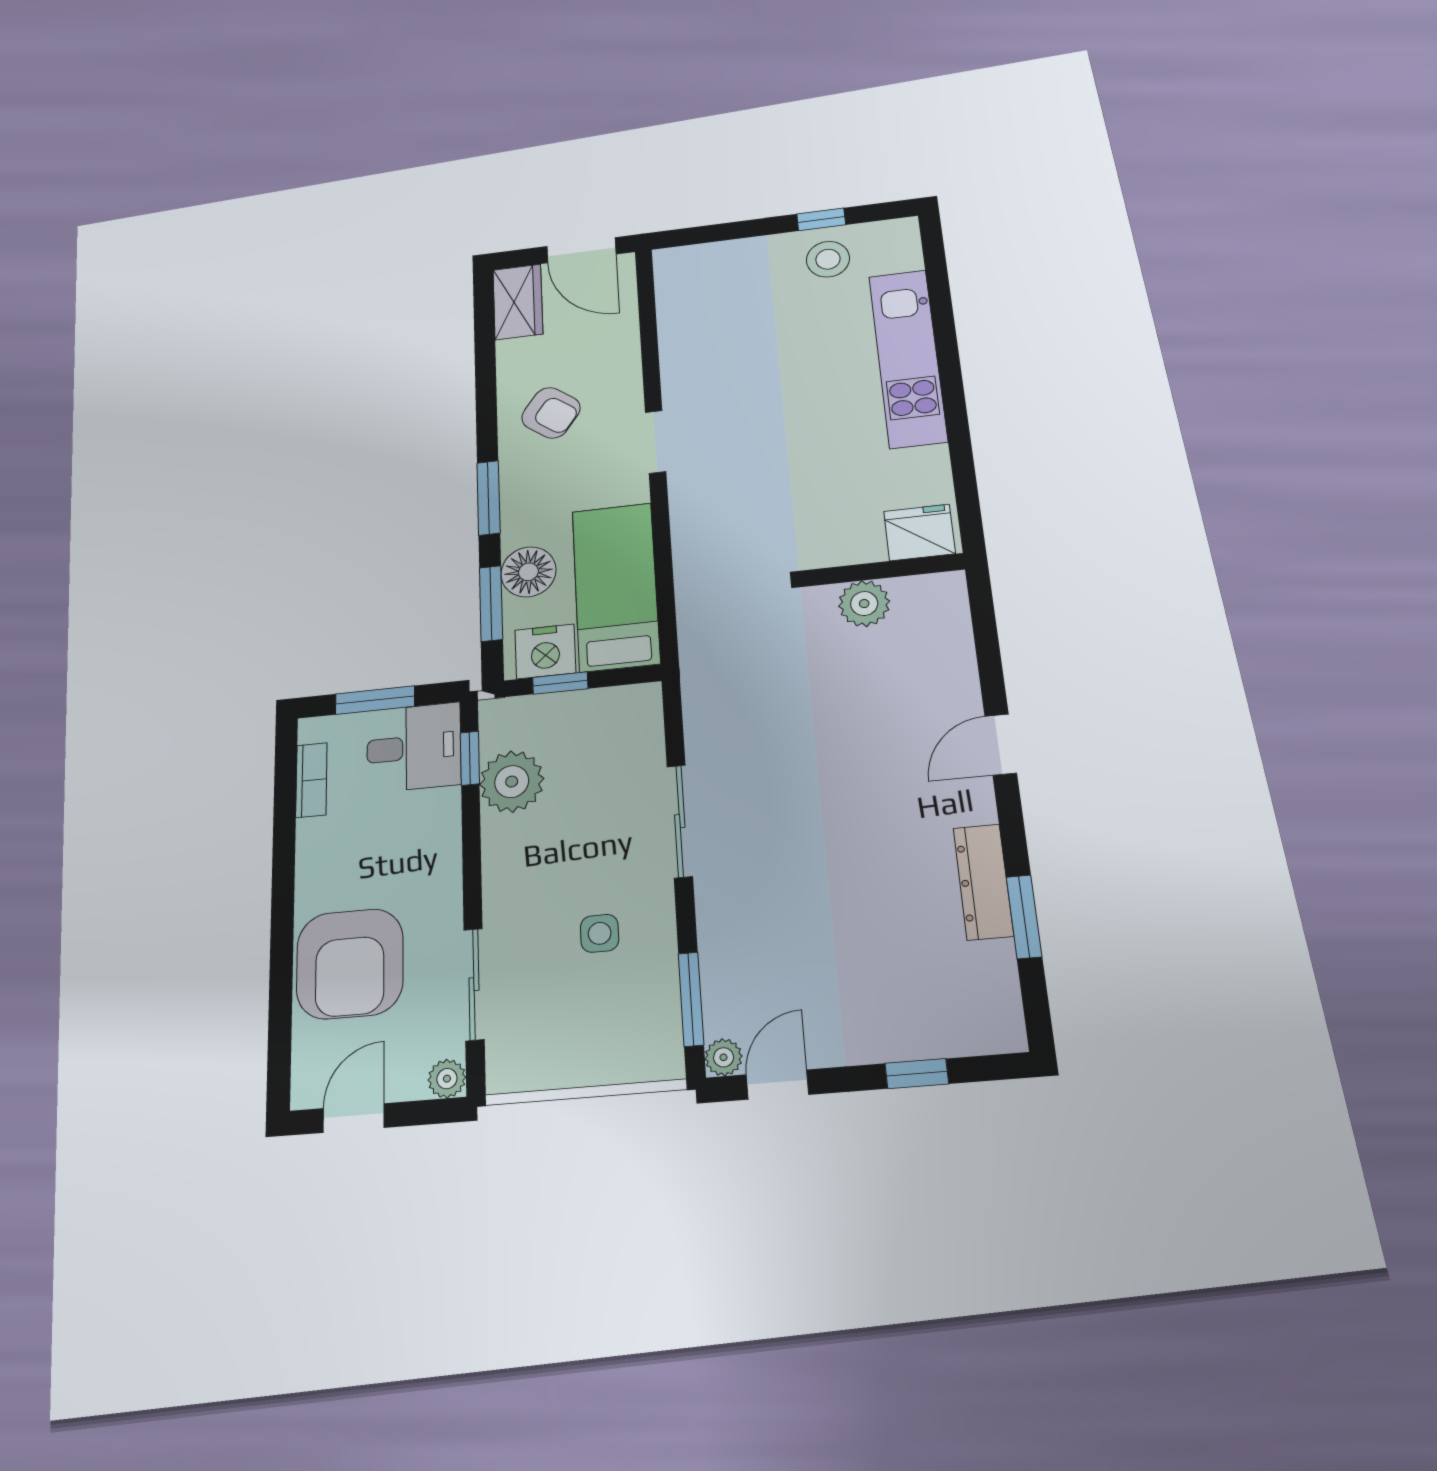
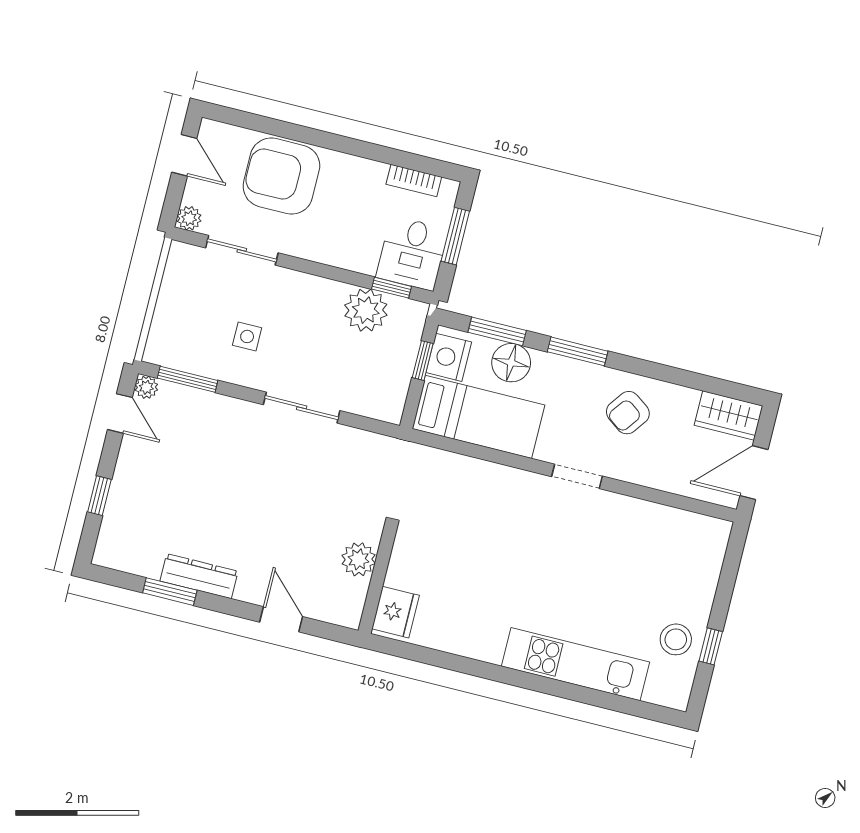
fridge: (919, 532) -> (395, 612), moved
wall: (886, 570) -> (377, 582), moved
plant: (864, 604) -> (359, 559), moved

